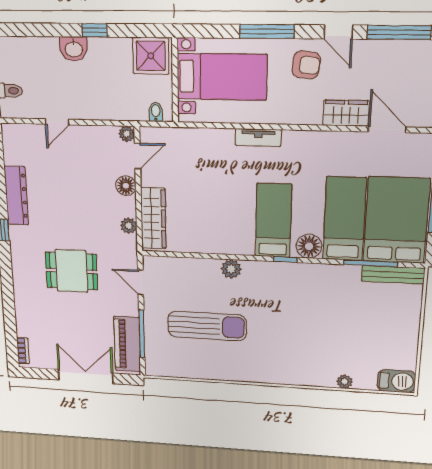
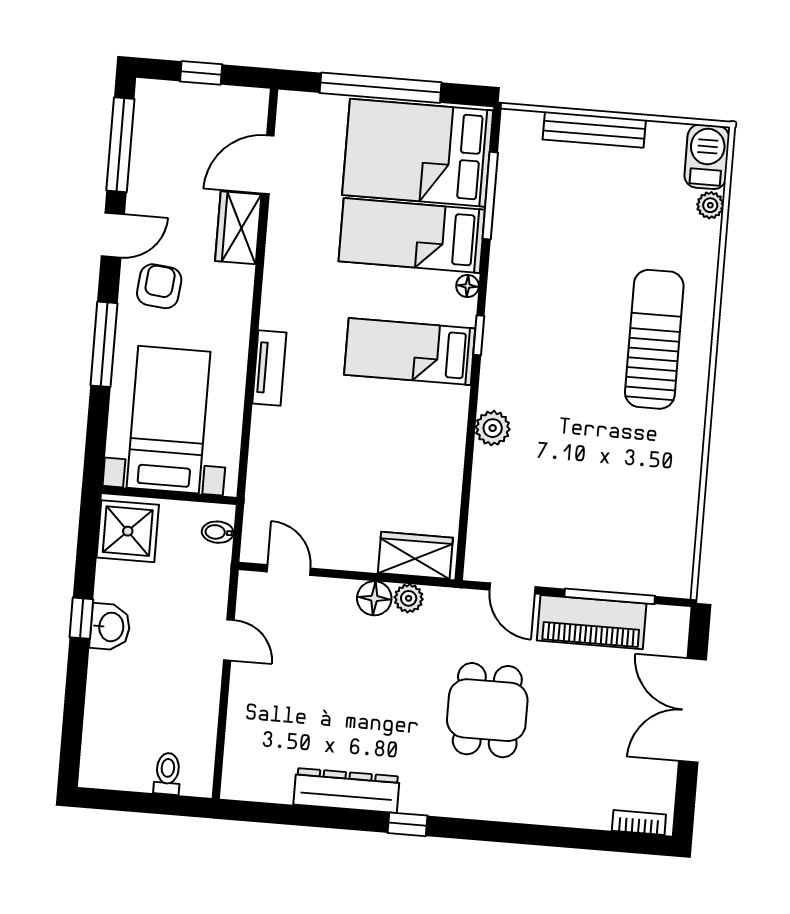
washbasin: (74, 49) -> (110, 627), moved
door: (57, 122) -> (229, 640), moved
plant: (127, 134) -> (251, 584), removed
floor lamp: (126, 186) -> (374, 598), moved
wardrobe: (153, 218) -> (415, 555), width x0.67
floor lamp: (309, 246) -> (467, 286), width x0.53, depth x0.53
bench: (393, 275) -> (594, 130), moved, turned 90
door: (141, 282) -> (512, 588), hinge flipped
sun lounger: (207, 326) -> (654, 339), moved
piano: (127, 344) -> (592, 622), moved
plant: (345, 382) -> (710, 205), moved

